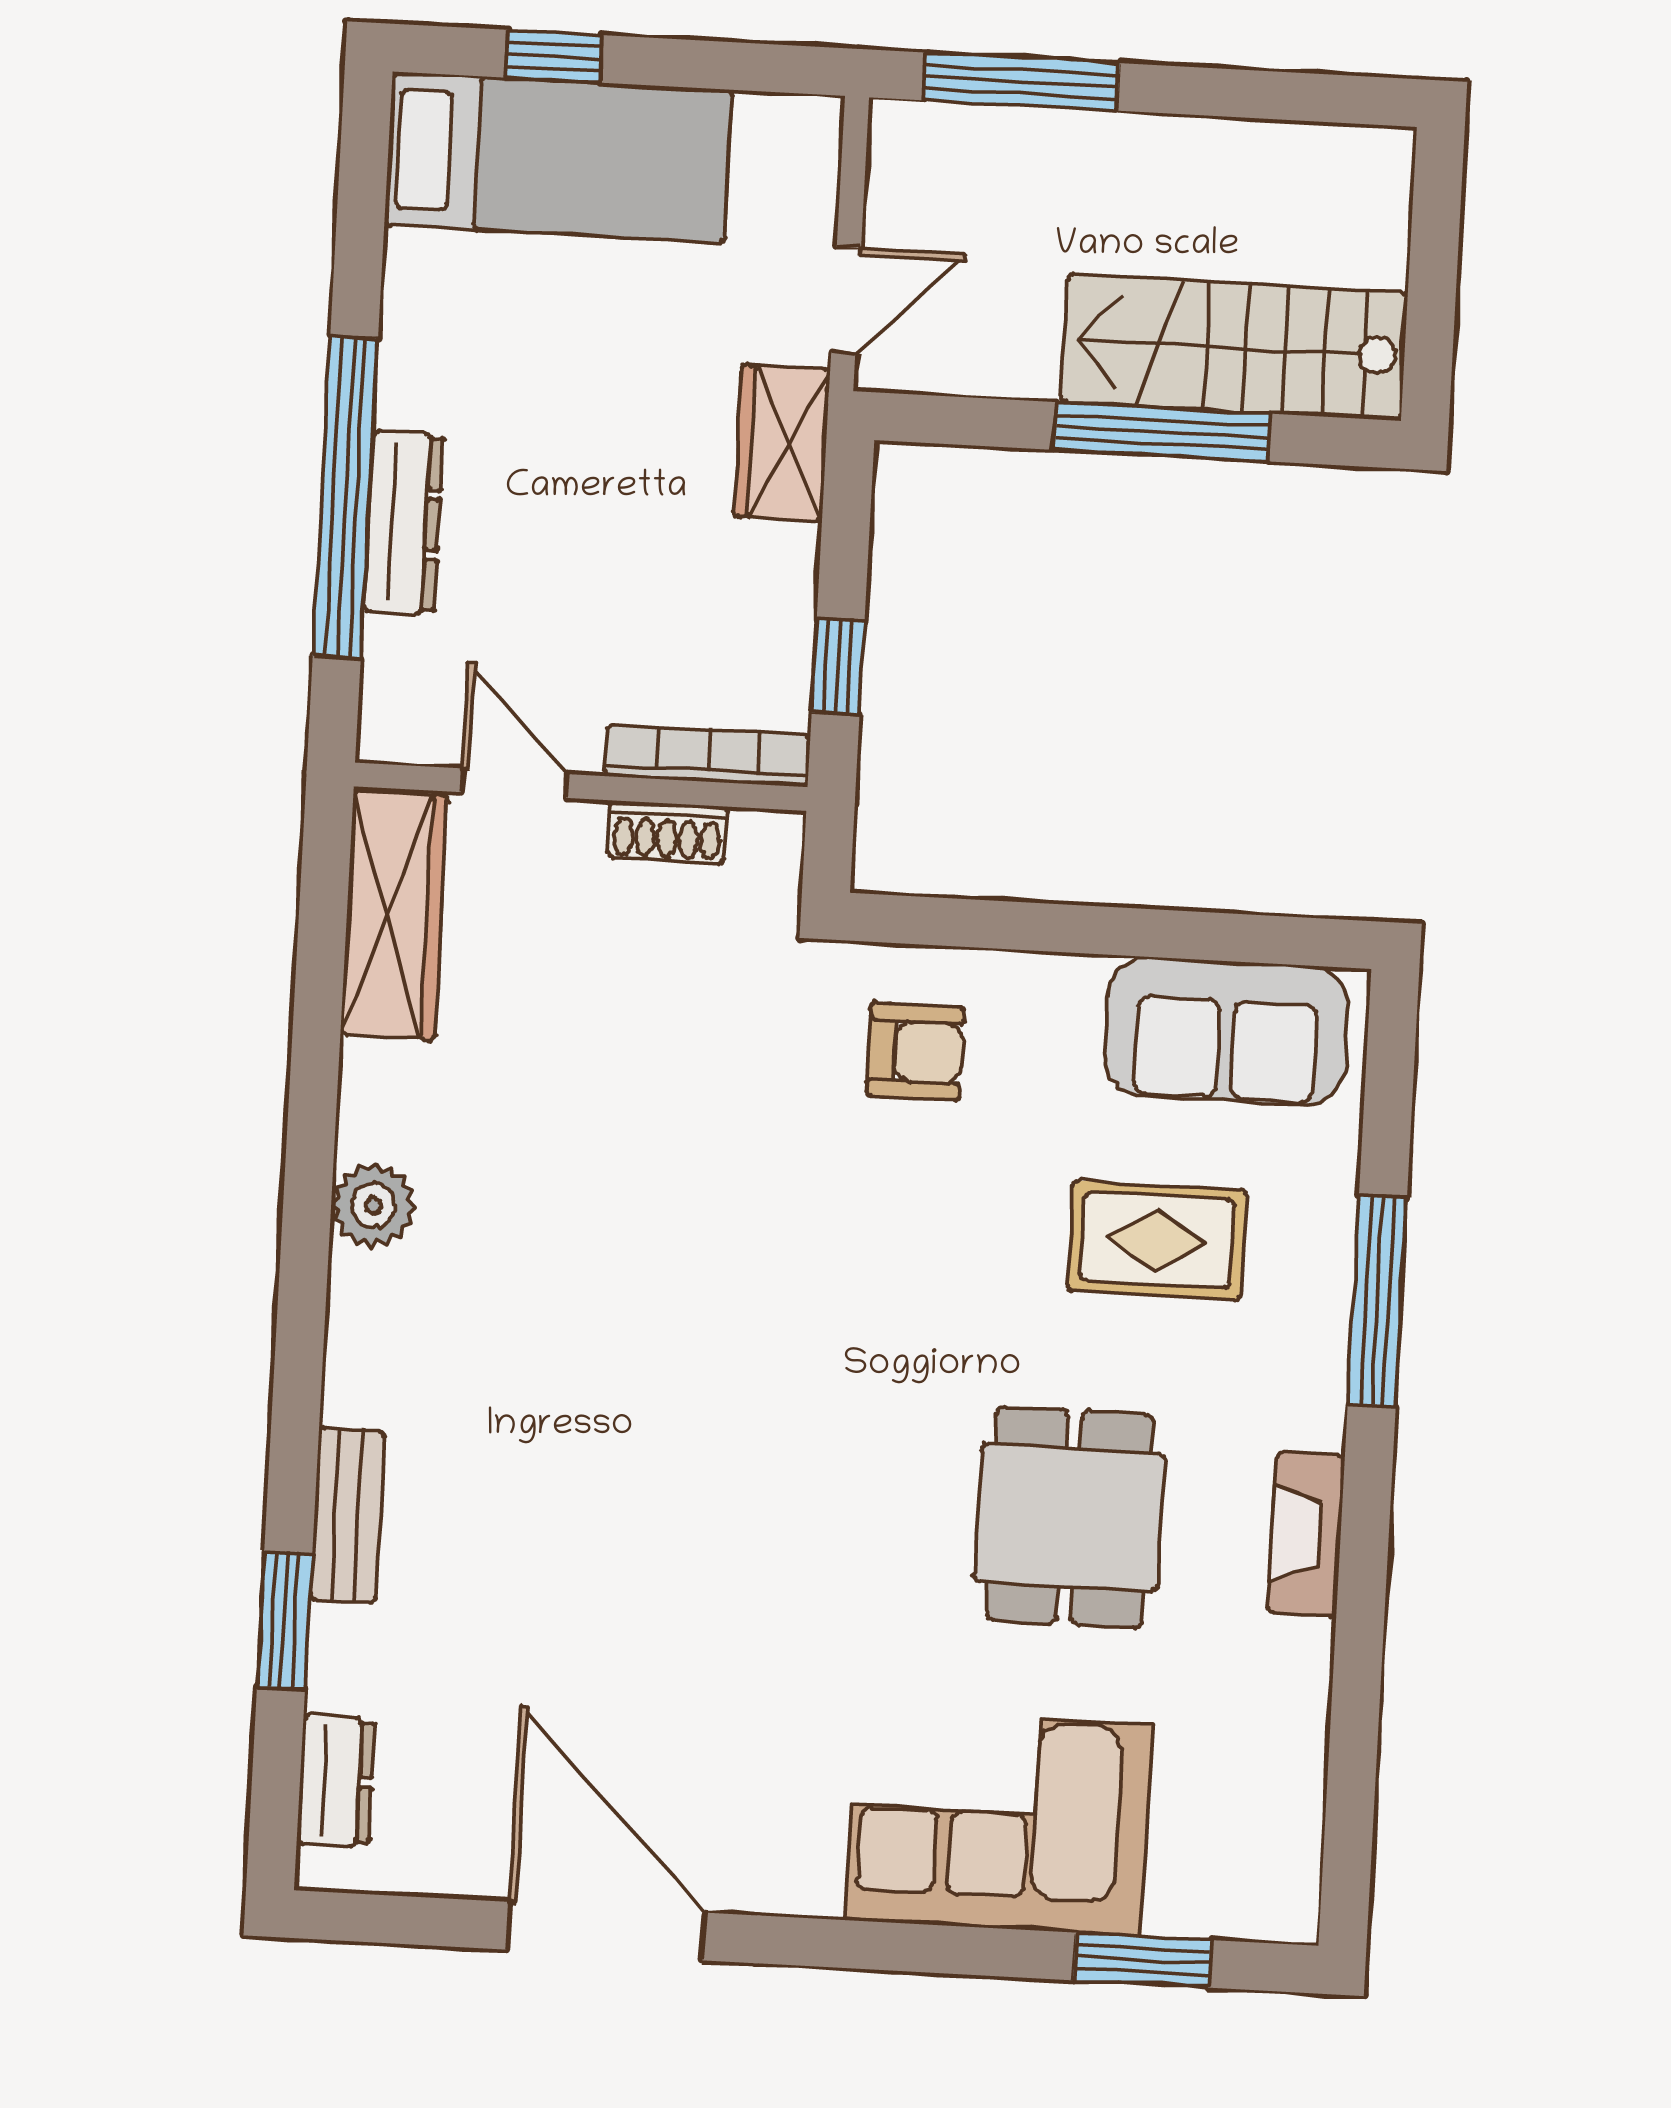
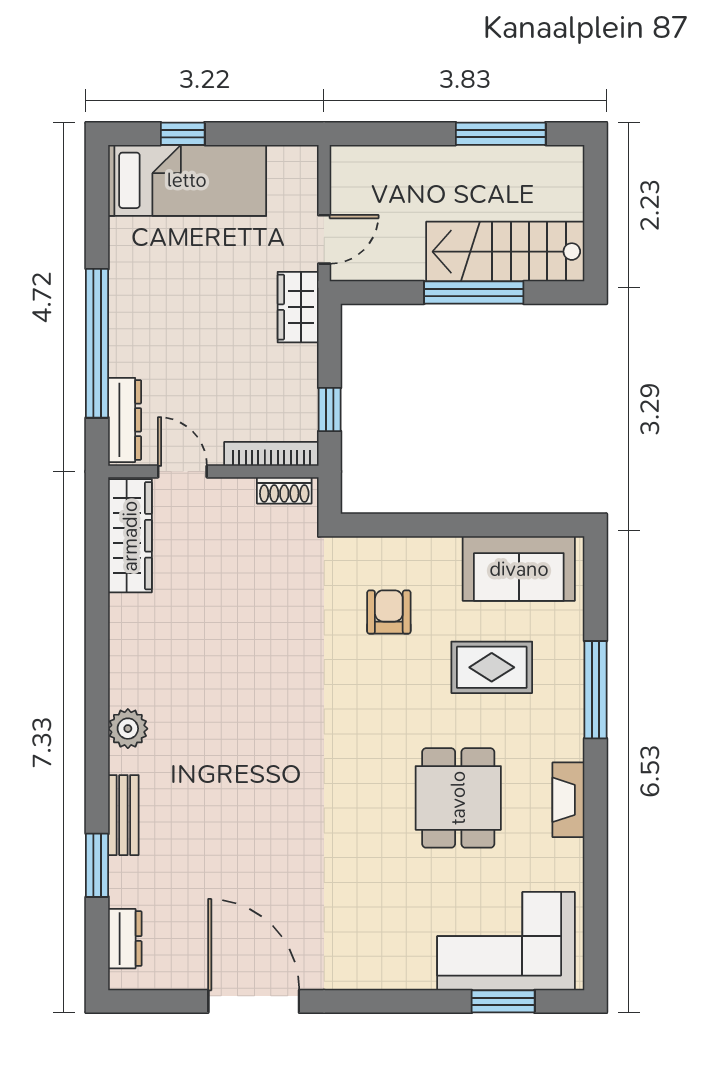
window: (1022, 82) -> (501, 134), moved
dresser: (404, 523) -> (125, 420), moved
shoe rack: (667, 832) -> (284, 490), moved
armchair: (915, 1051) -> (389, 612), moved, turned -90
plant: (374, 1205) -> (128, 729), moved
corner sofa: (999, 1822) -> (506, 941), moved

